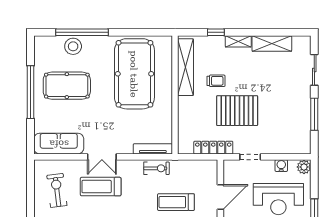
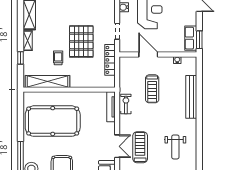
treadmill: (101, 187) -> (140, 147), turned 180

